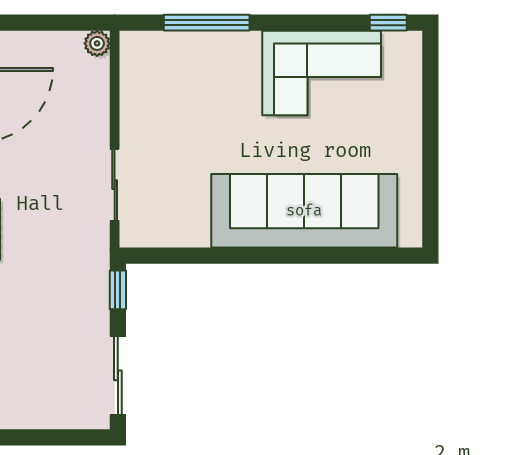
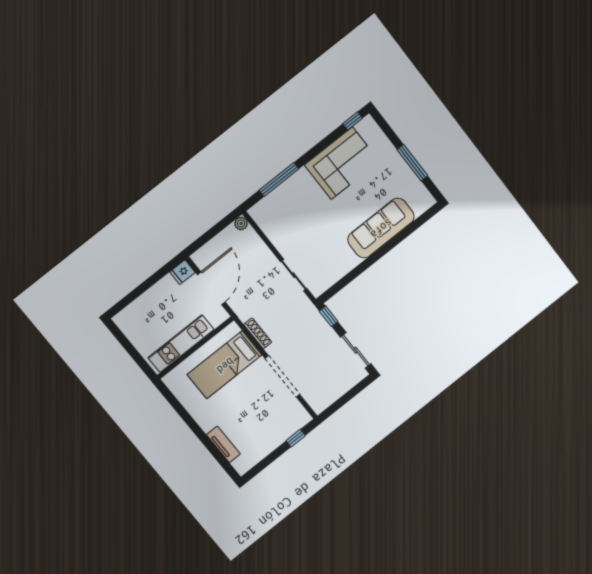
window: (430, 157) -> (412, 163), added
sofa: (304, 211) -> (381, 228), width x0.74, depth x0.79

